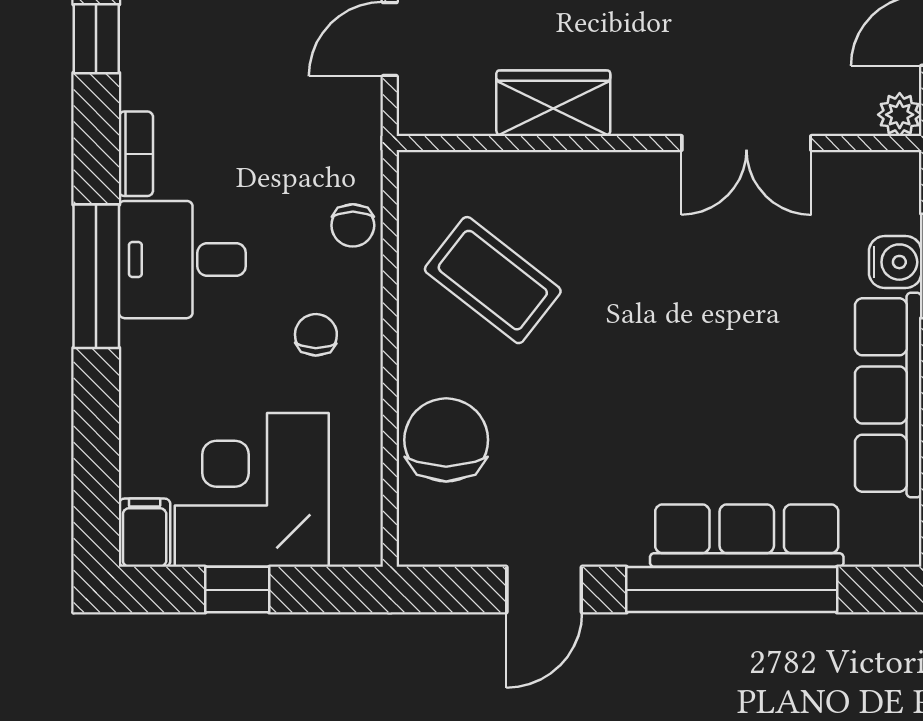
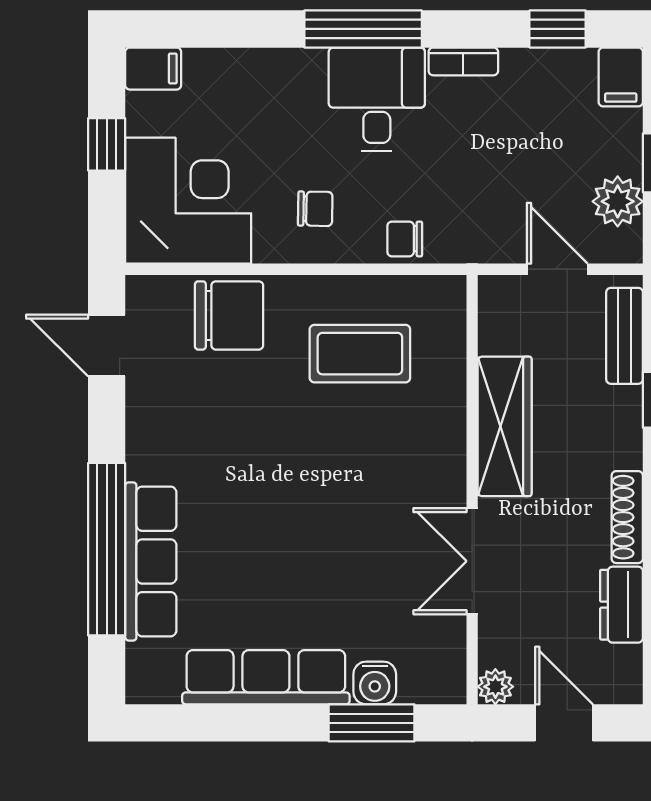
wardrobe: (553, 103) -> (505, 426), width x1.50
coffee table: (493, 280) -> (360, 354), turned 52
corner desk: (252, 490) -> (188, 201), moved
door: (544, 590) -> (107, 346), moved

